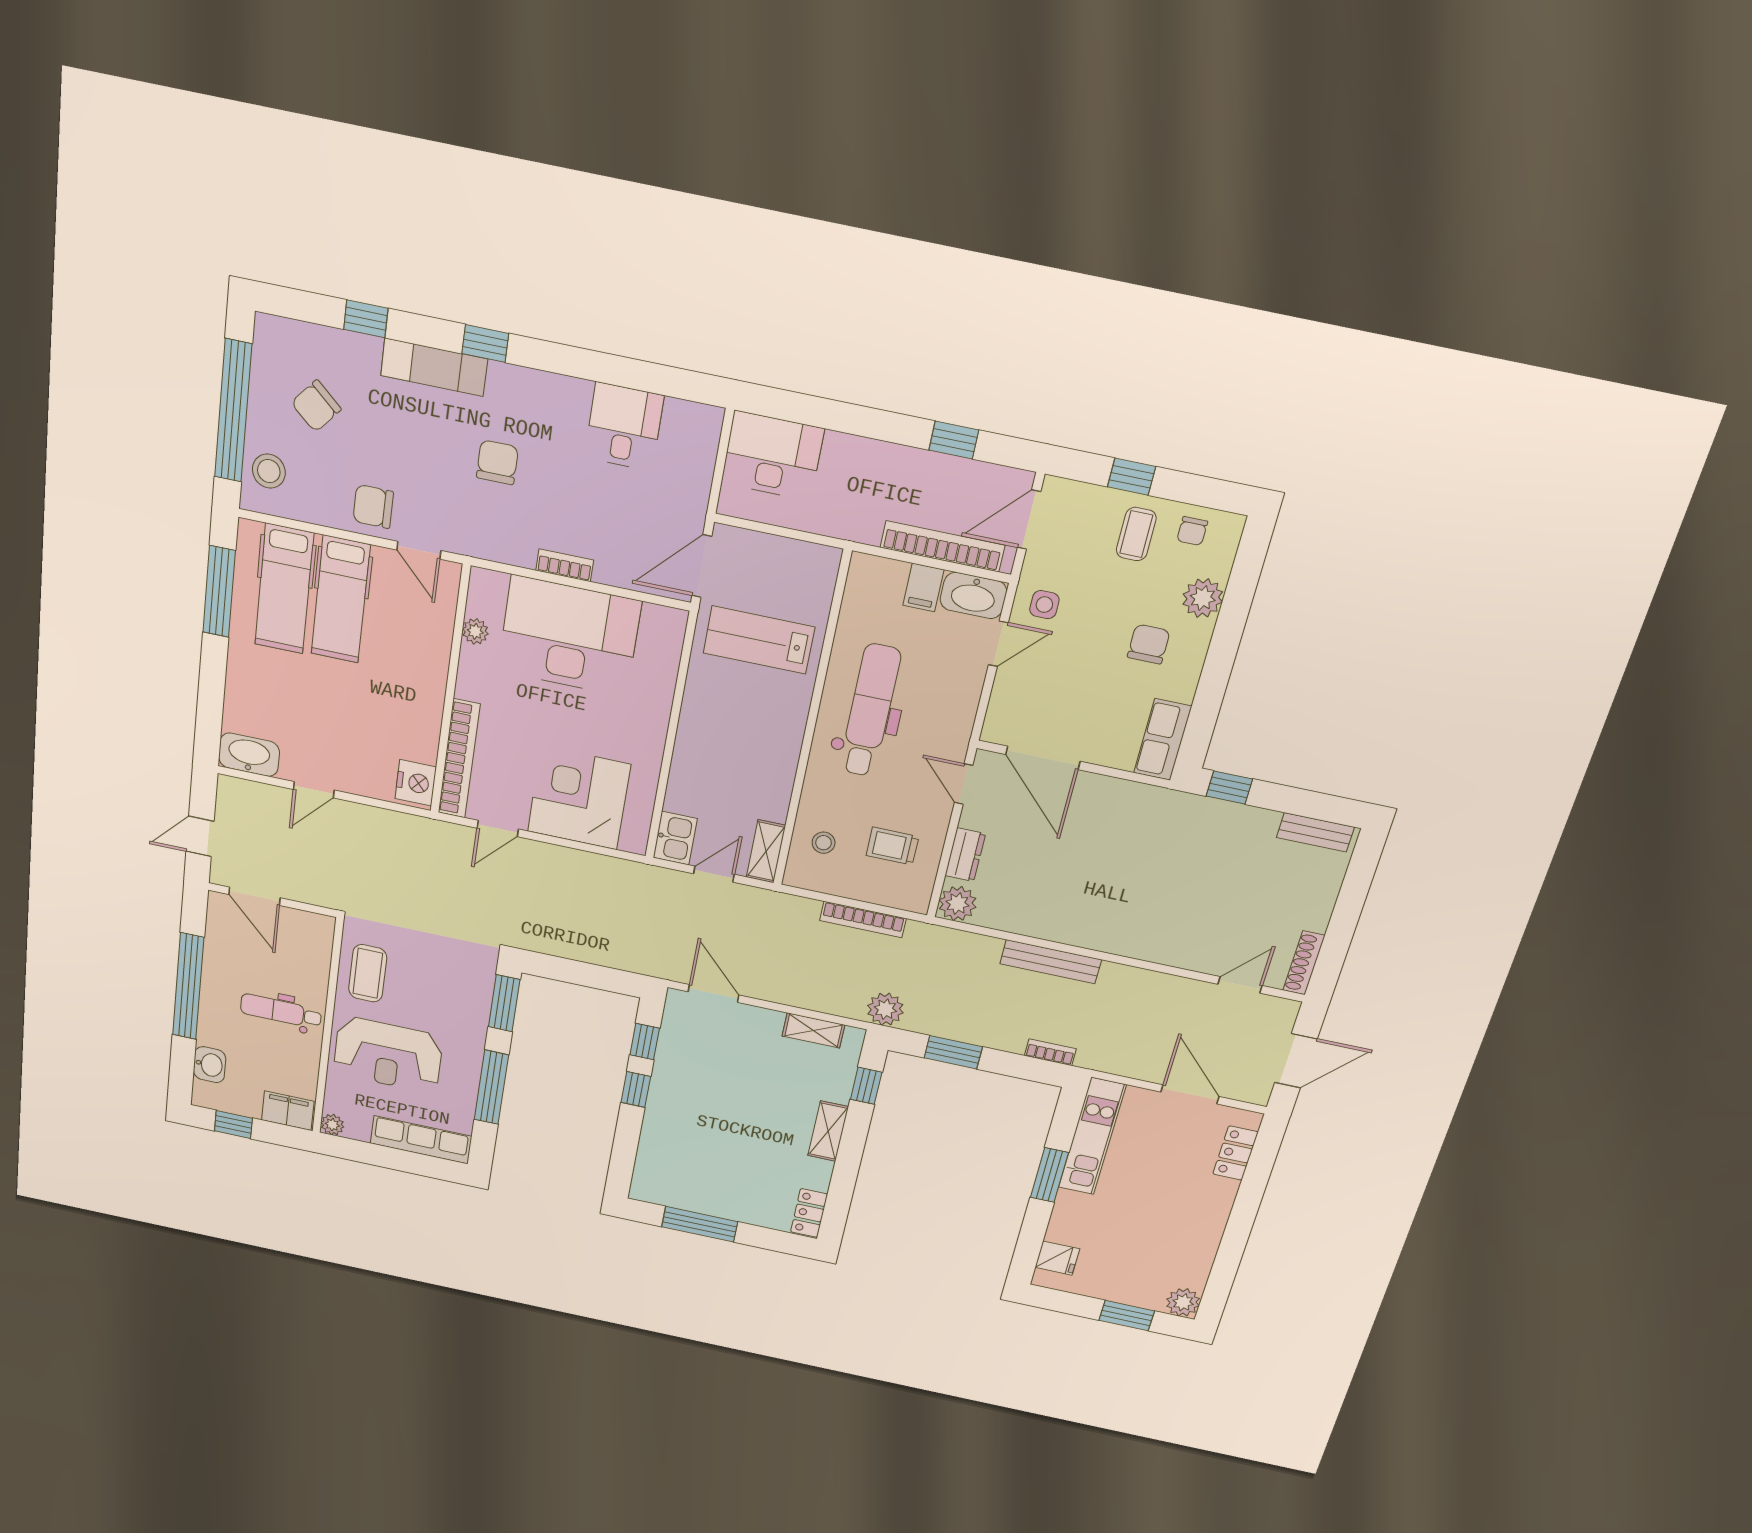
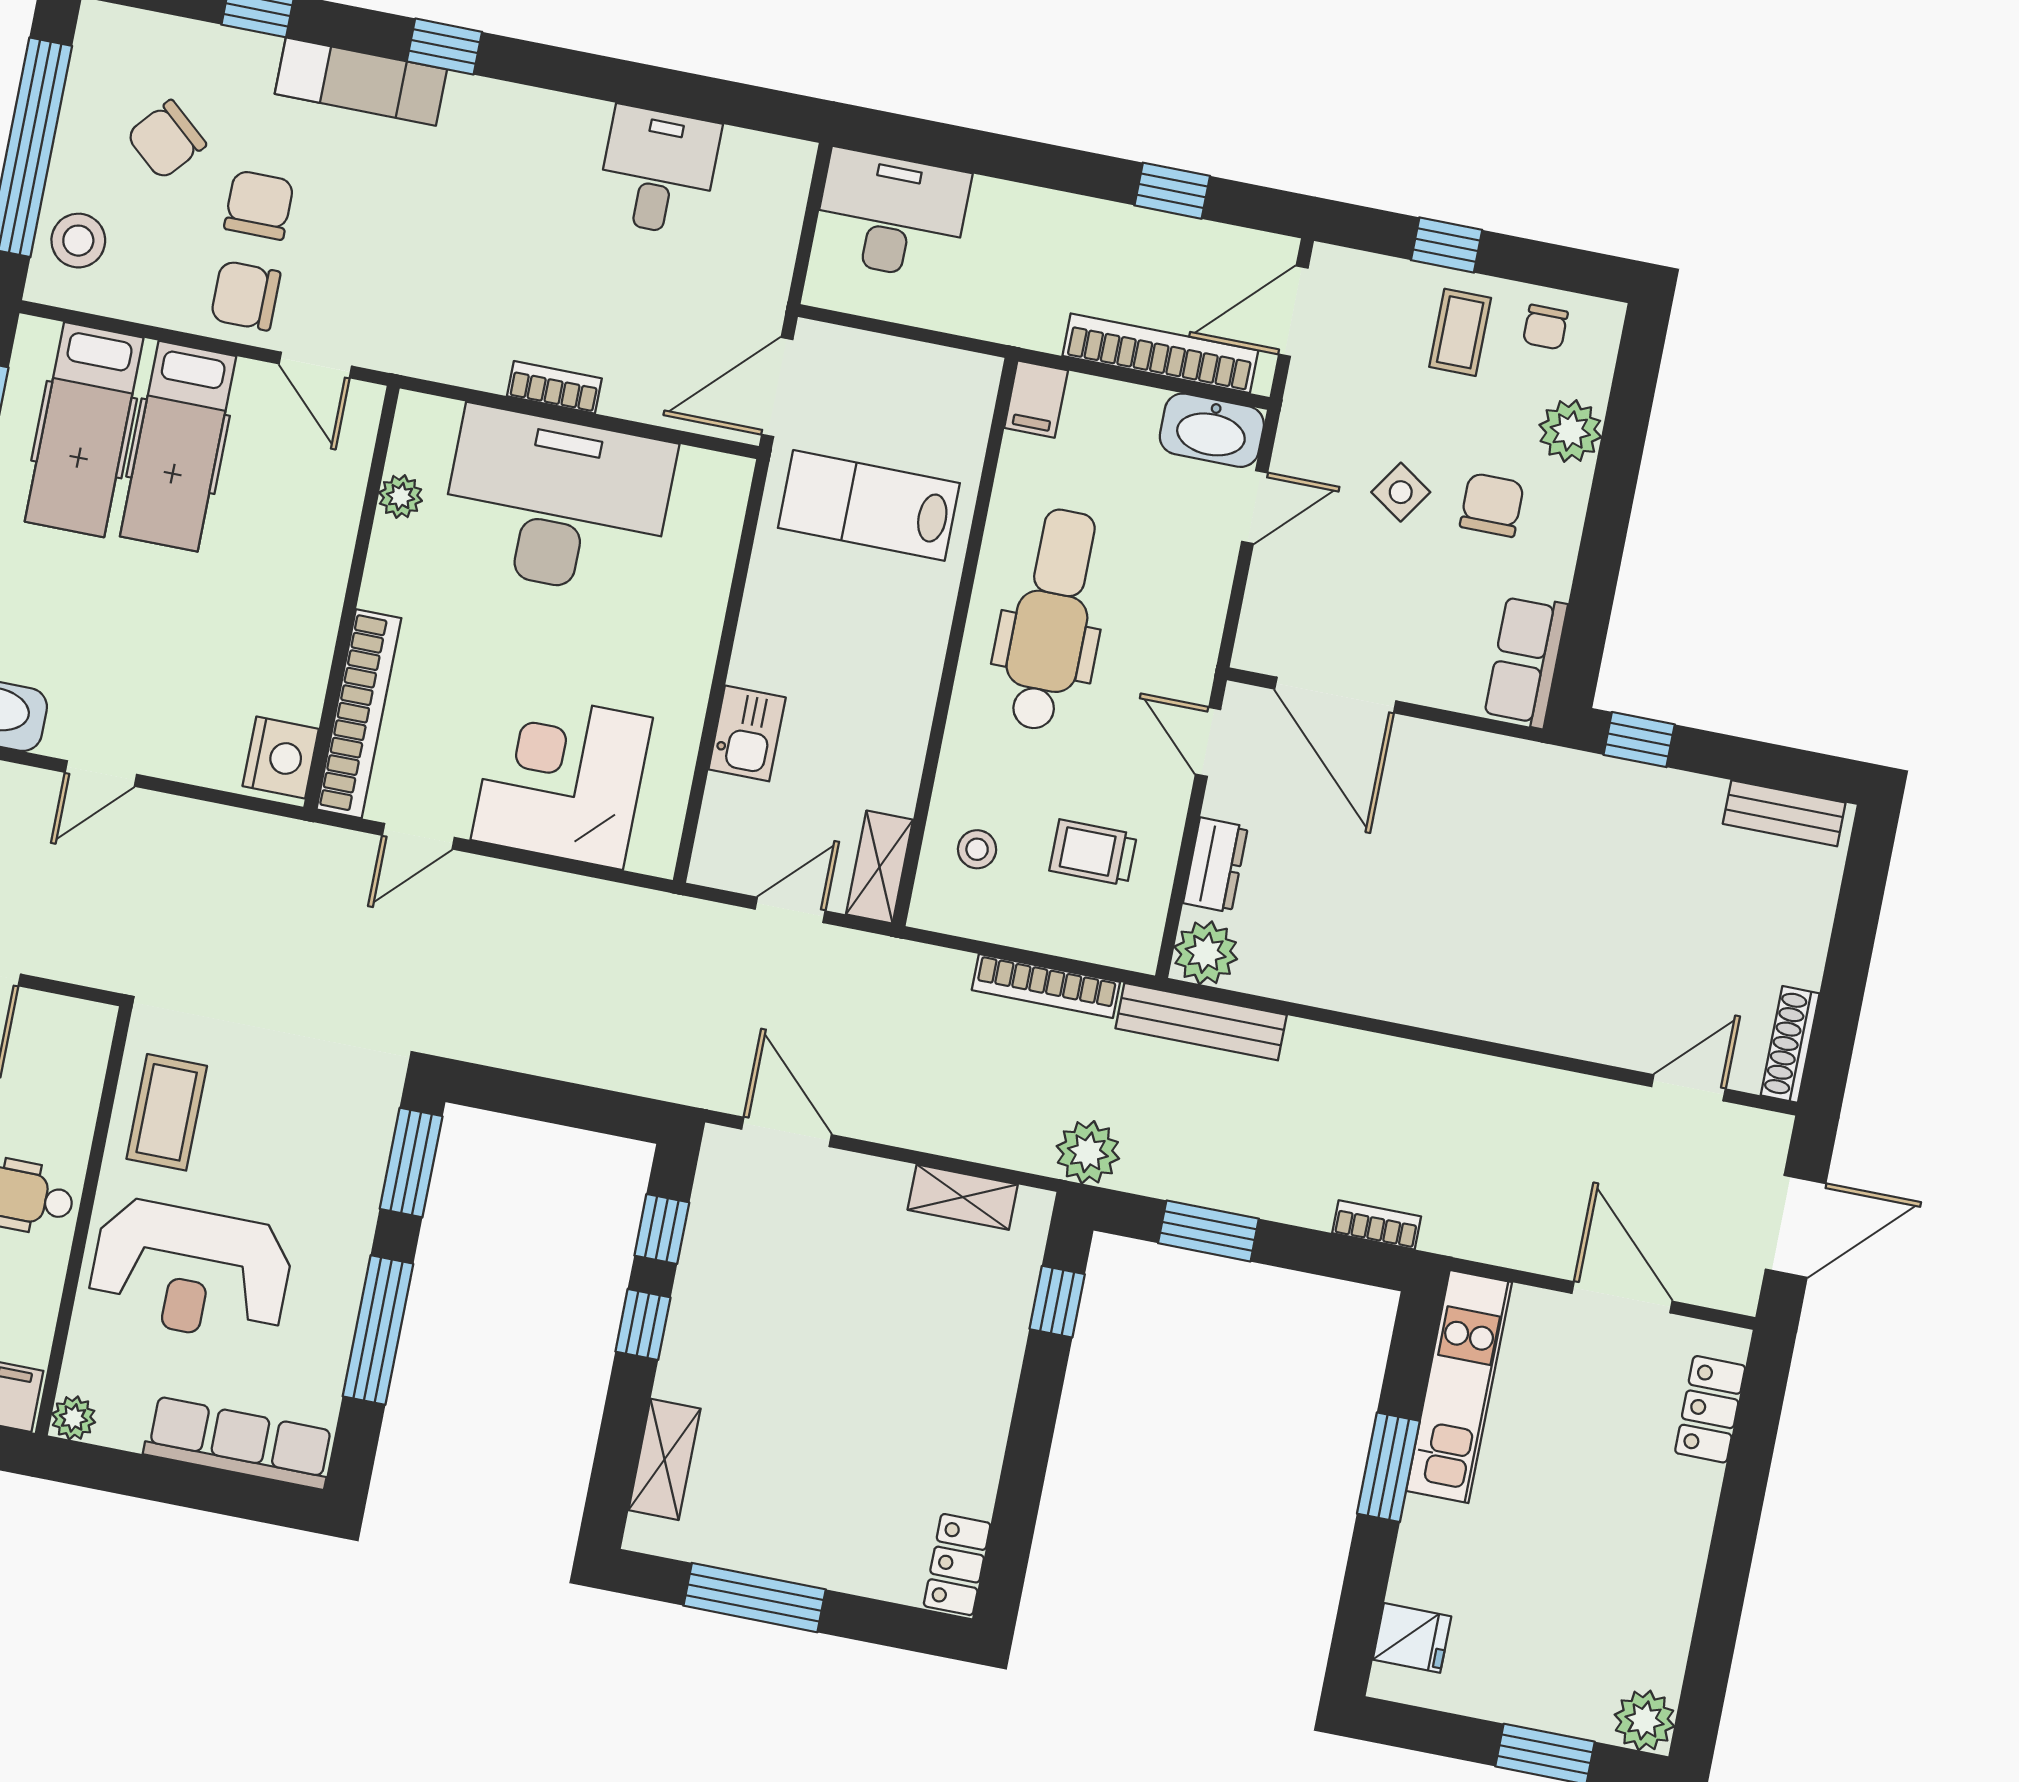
chair: (497, 462) -> (259, 205), moved
filing cabinet: (923, 587) -> (1036, 399), moved
side table: (1044, 605) -> (1401, 492), moved, turned 34
kitchen sink: (675, 838) -> (747, 733), moved
bench: (1051, 962) -> (1201, 1022), moved
shelving: (828, 1131) -> (665, 1459), moved

